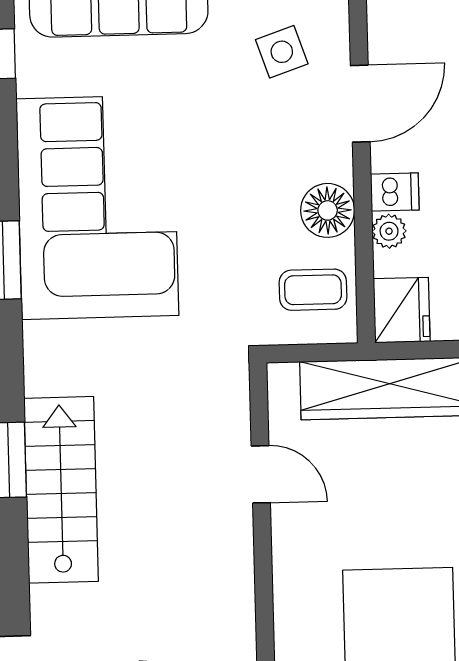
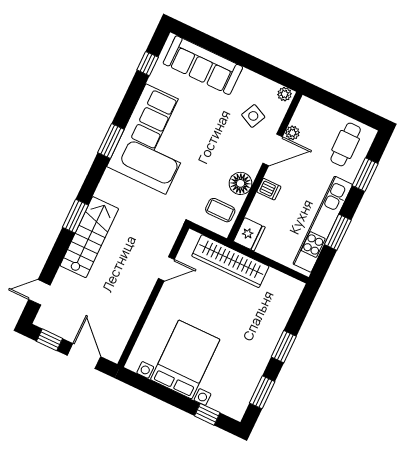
side table: (282, 52) -> (253, 116), turned 45
plant: (389, 231) -> (292, 133), moved
door: (261, 474) -> (166, 269), hinge flipped

